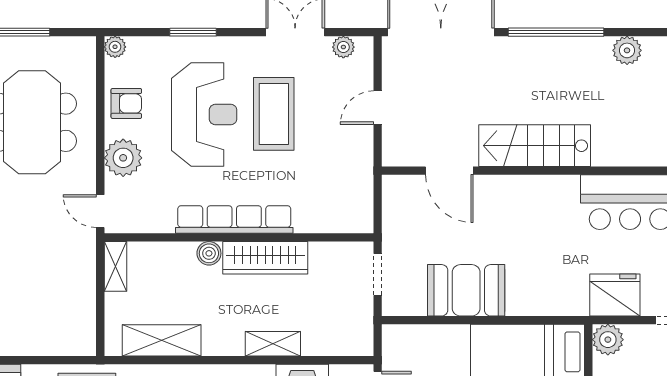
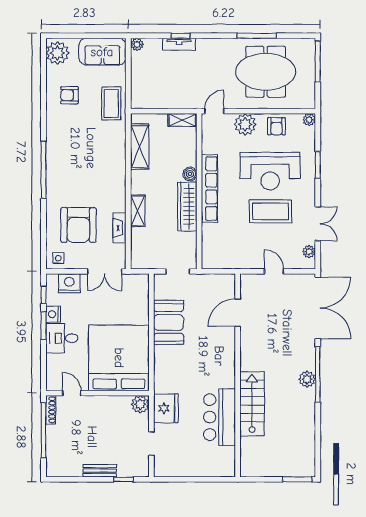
plant: (627, 50) -> (307, 379), moved
stairs: (535, 146) -> (252, 404), moved

